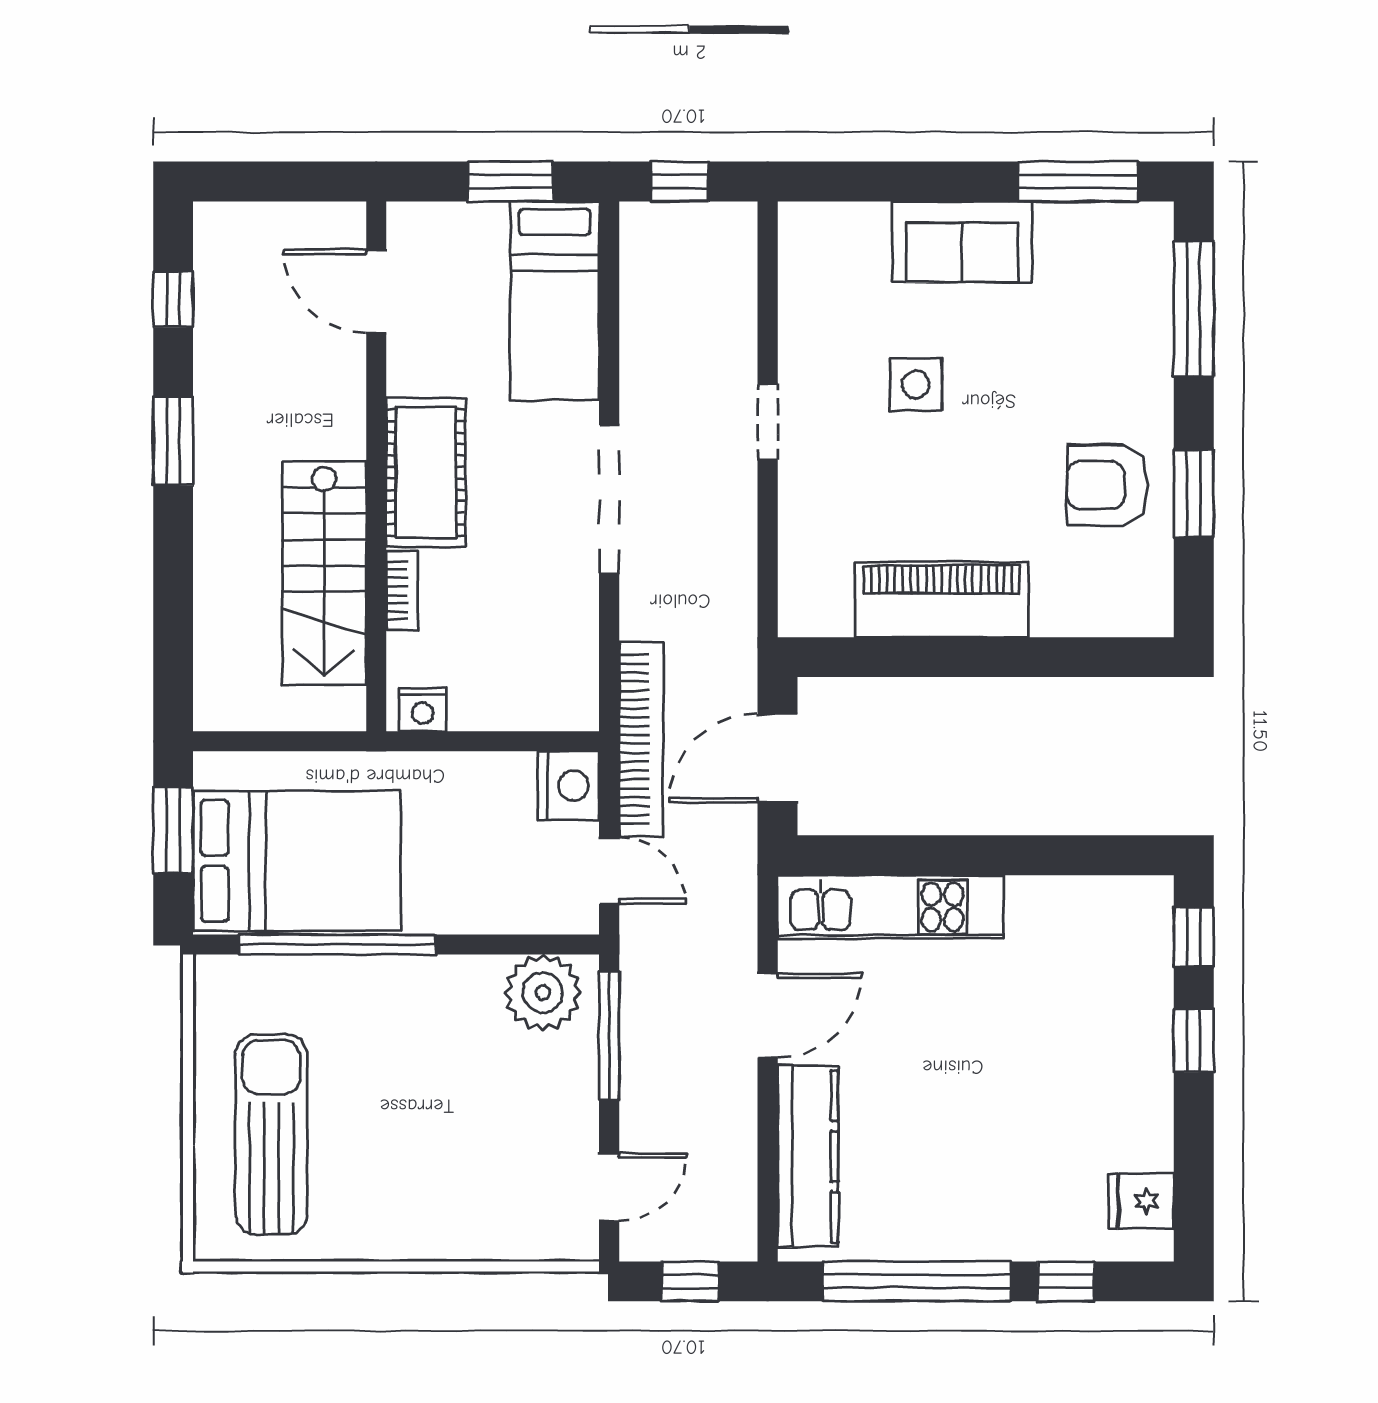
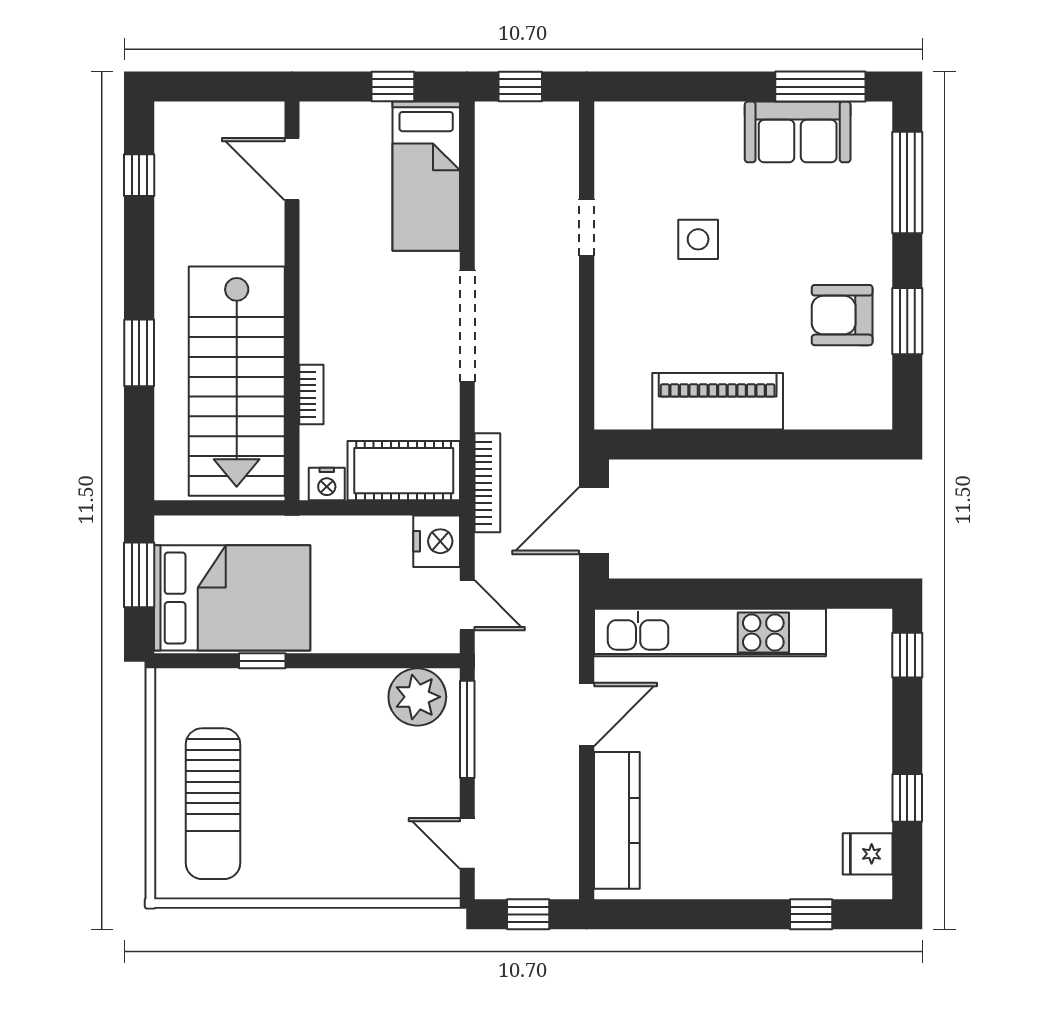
window: (510, 181) -> (393, 87), width x0.67
sofa: (962, 242) -> (798, 132), moved
doorway: (768, 422) -> (587, 228), moved
window: (173, 441) -> (139, 353), moved
cot: (426, 473) -> (404, 471), moved, turned 90
stairs: (324, 573) -> (237, 381), width x1.36, depth x1.51
bookcase: (641, 740) -> (487, 483), width x0.68, depth x0.76
kitchen unit: (891, 907) -> (710, 633), width x1.36
window: (337, 944) -> (262, 661), width x0.32
window: (1194, 1041) -> (907, 798), moved
sun lounger: (271, 1134) -> (213, 804), turned 180
door: (609, 1187) -> (467, 843), swing flipped
window: (917, 1281) -> (699, 914), removed

